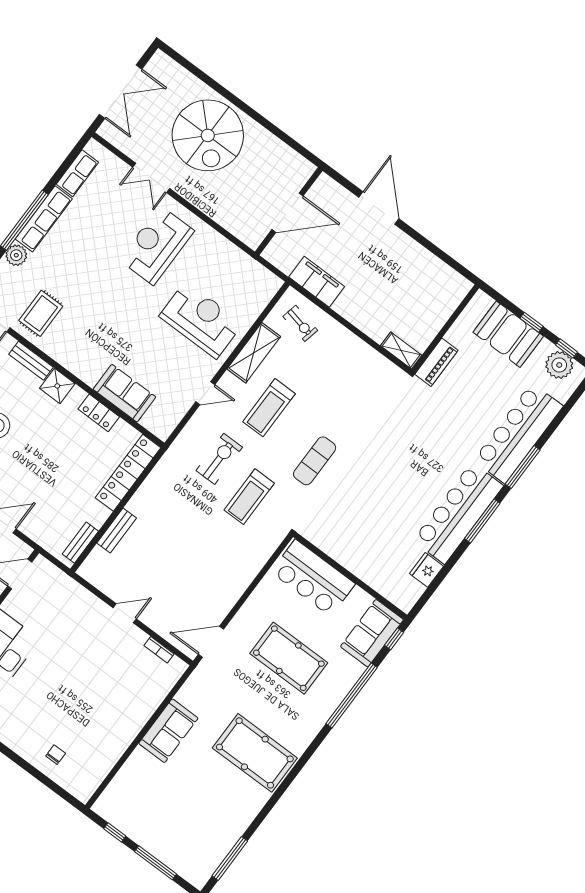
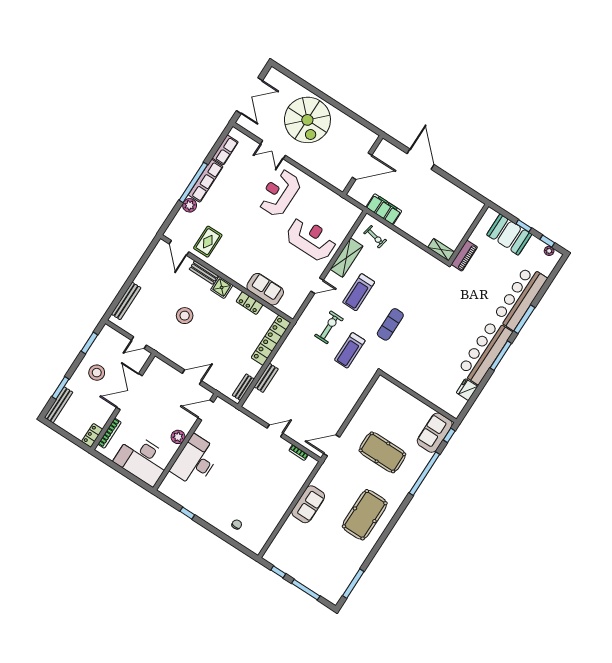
plant: (559, 365) -> (549, 251), width x0.53, depth x0.53
bar counter: (313, 578) -> (394, 400), removed
pool table: (255, 753) -> (365, 515), turned 90

